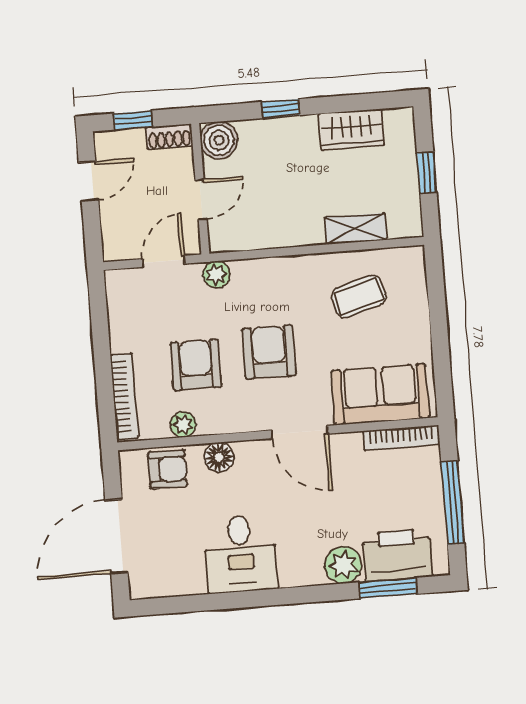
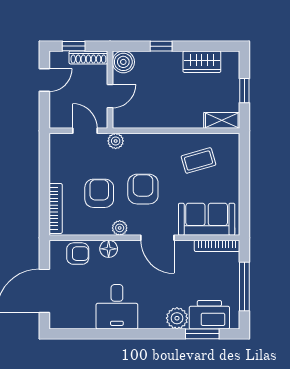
shoe rack: (169, 137) -> (88, 57), width x1.43
shelving: (356, 229) -> (222, 120), moved
door: (163, 261) -> (85, 131), hinge flipped
plant: (183, 425) -> (120, 228), moved

